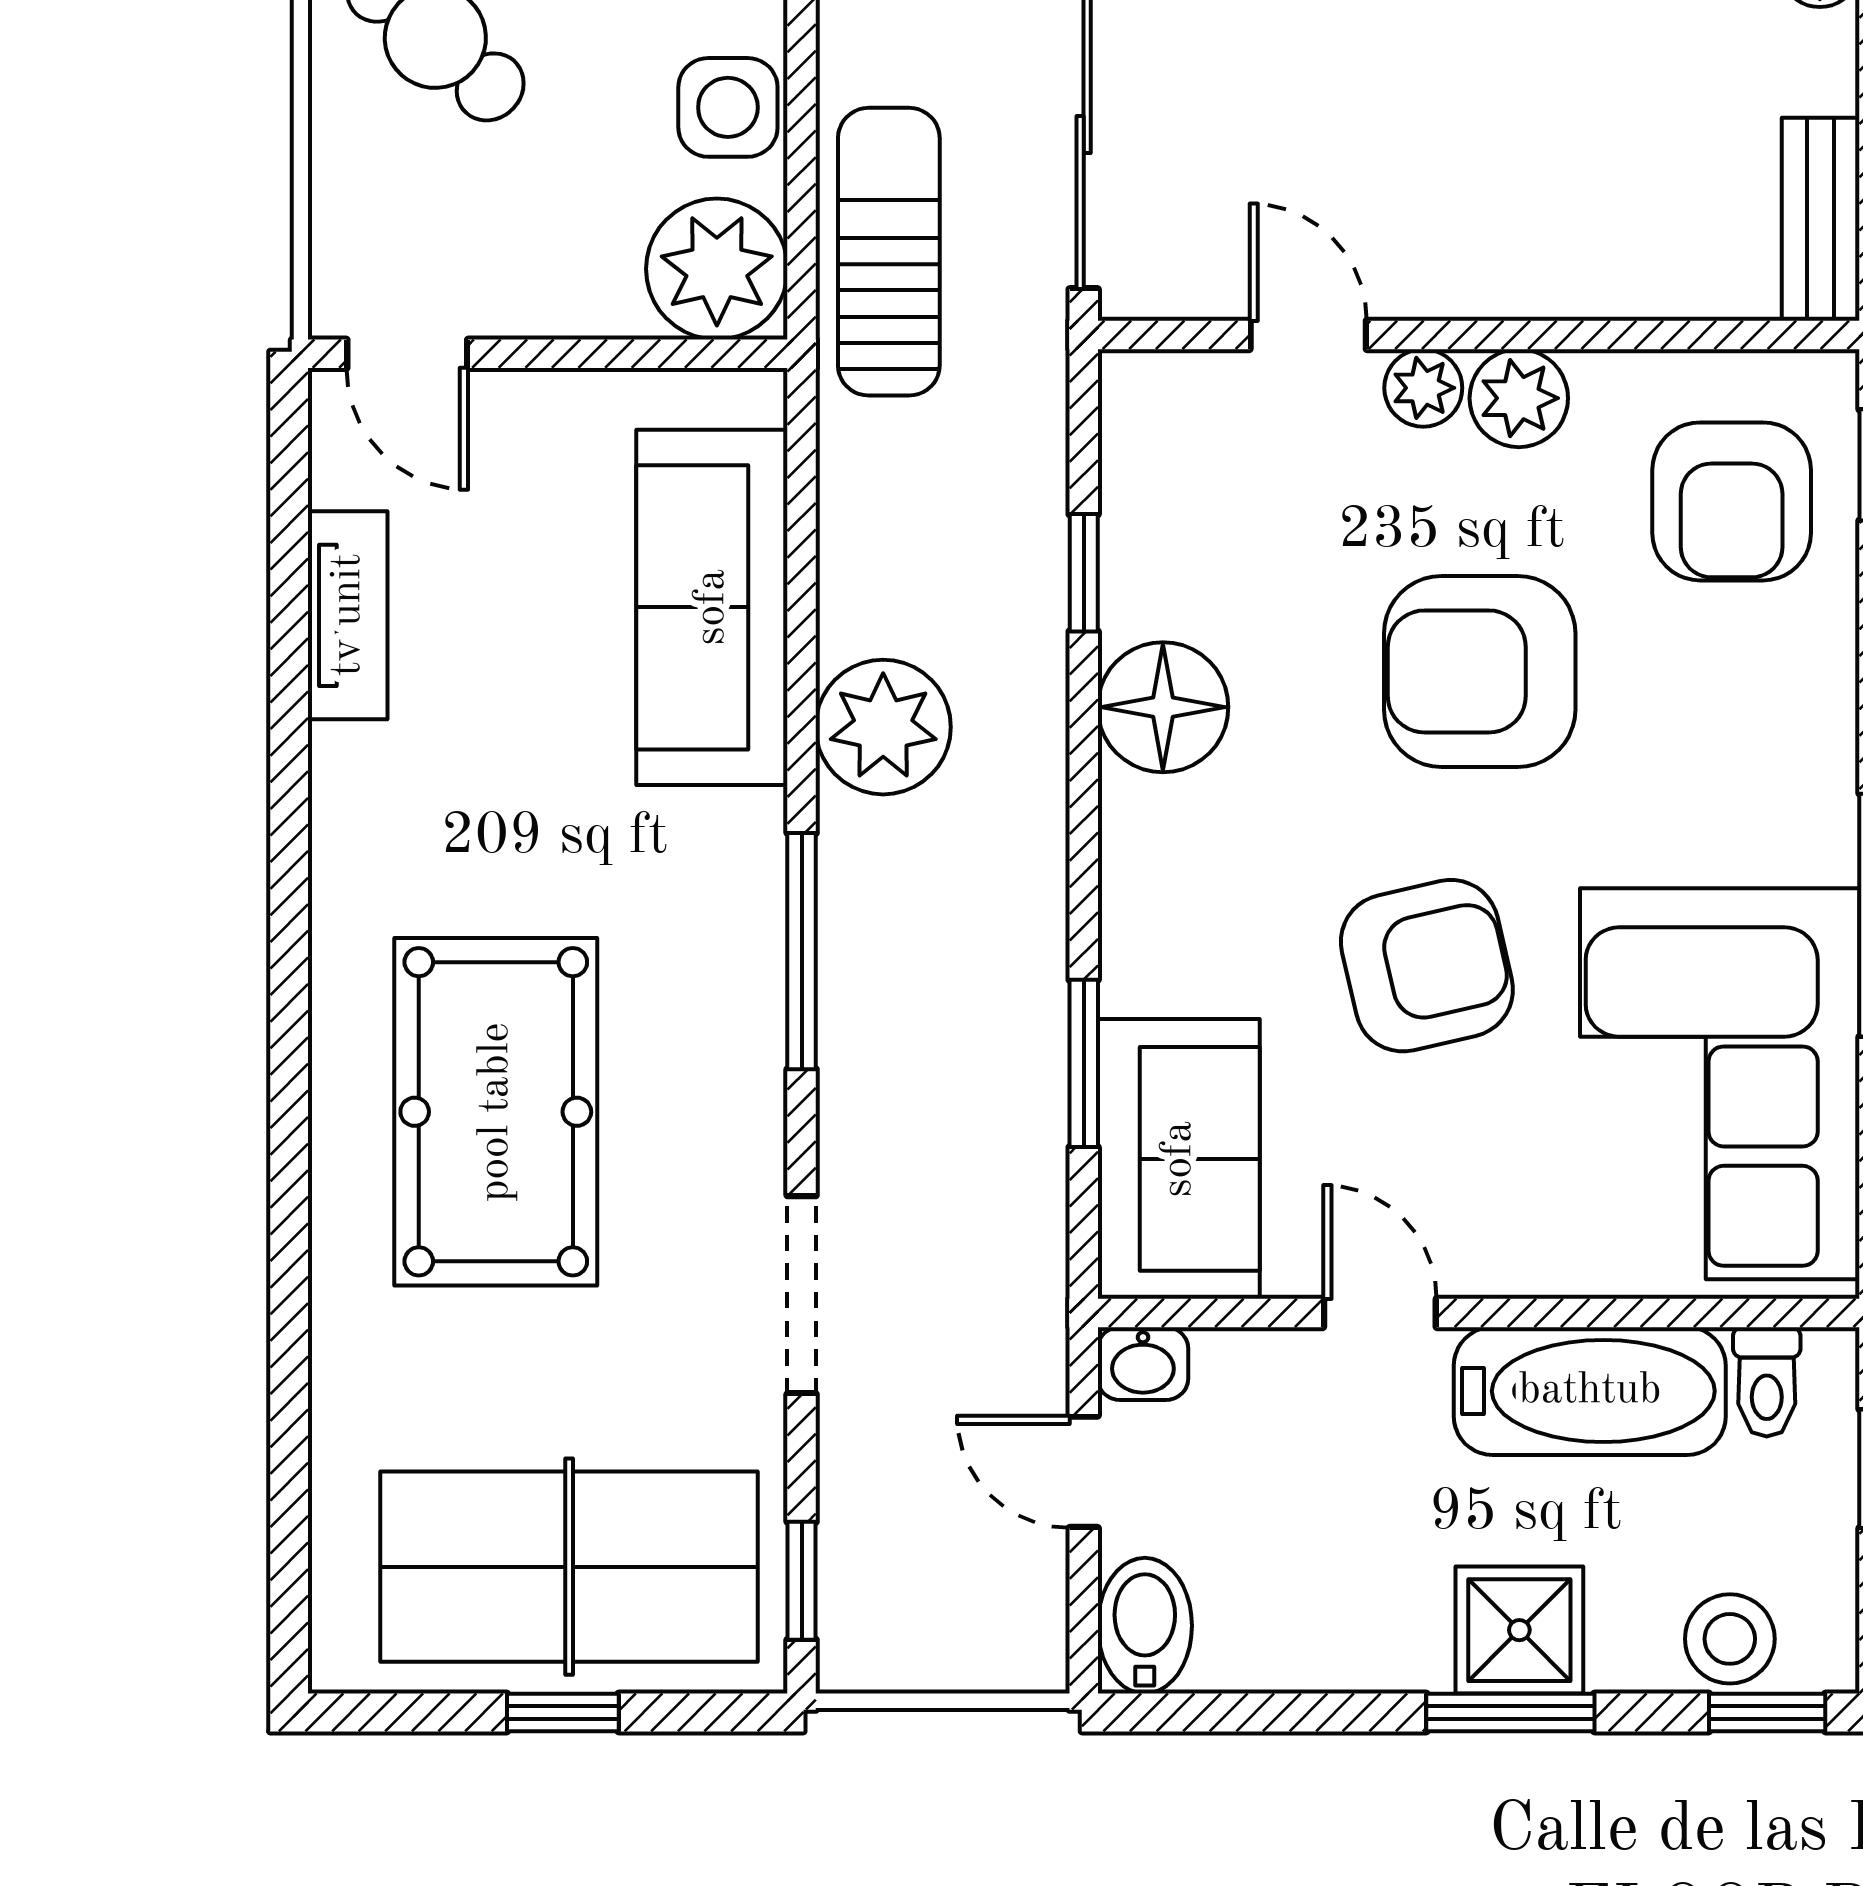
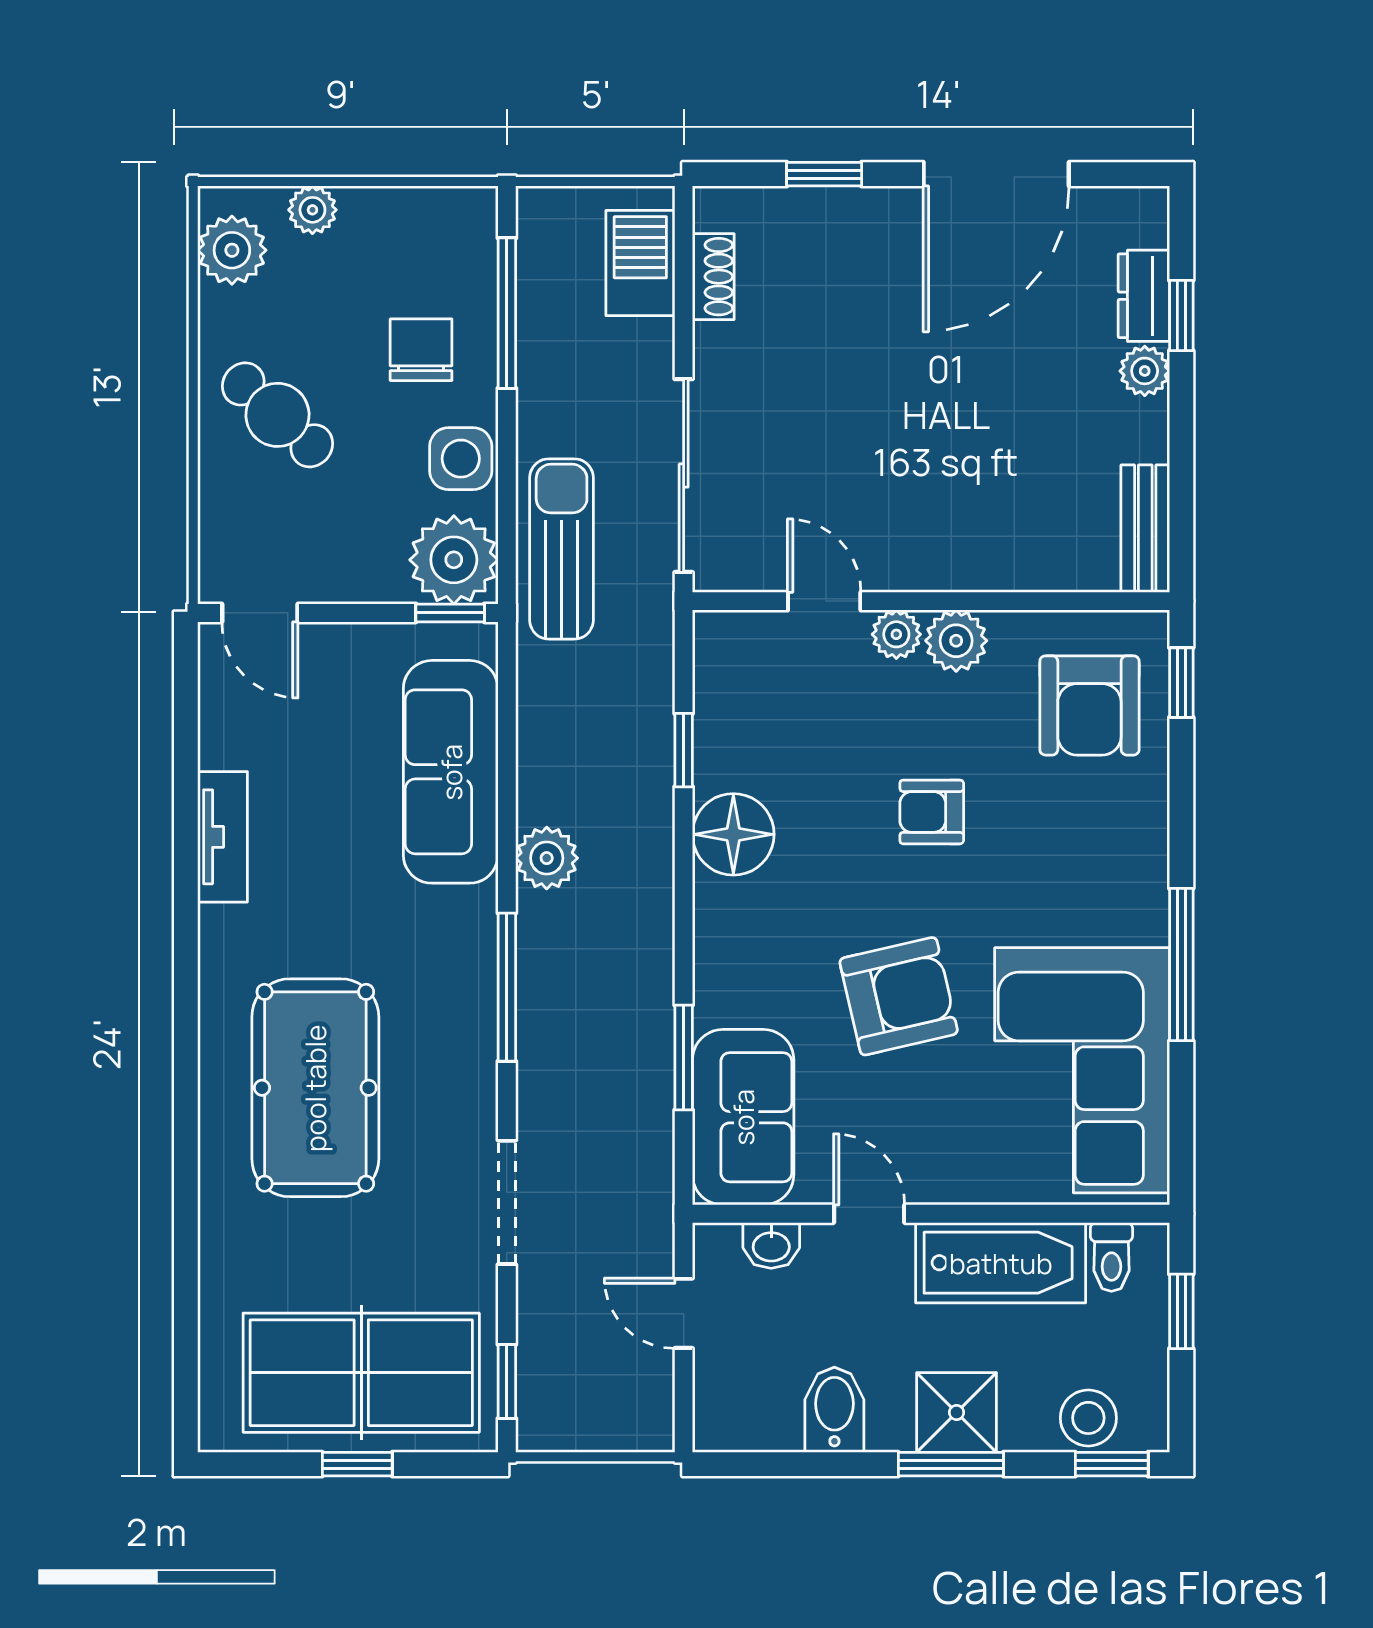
window: (711, 354) -> (450, 613), added
tv unit: (348, 615) -> (223, 837), moved
armchair: (1480, 671) -> (932, 812), width x0.53, depth x0.53
plant: (883, 727) -> (547, 858), width x0.73, depth x0.73
washbasin: (1143, 1364) -> (771, 1245), moved
bidet: (1145, 1626) -> (834, 1410), moved

